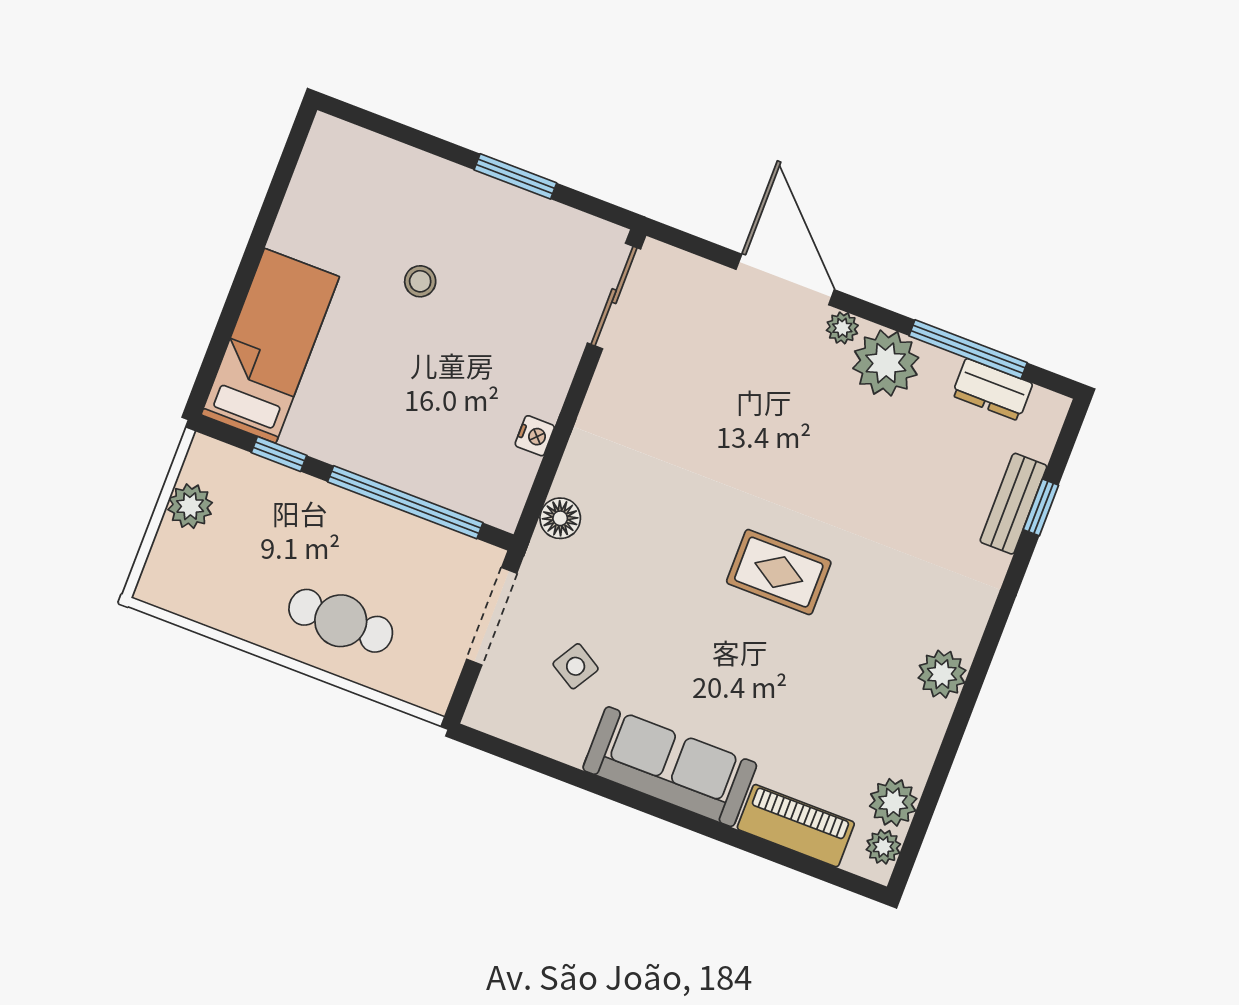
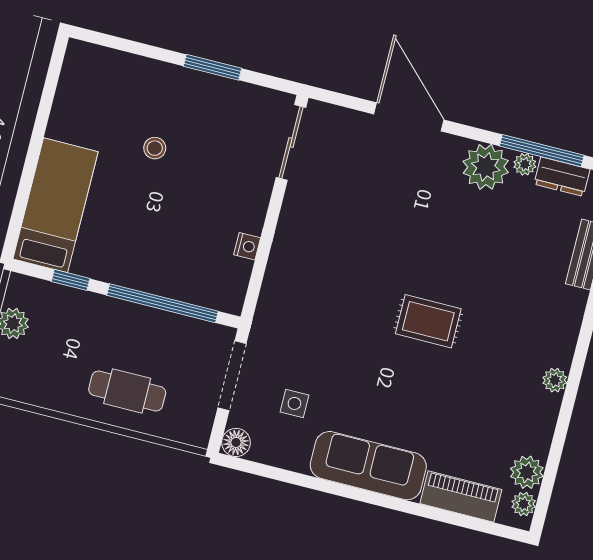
plant: (842, 328) -> (525, 164), moved
floor lamp: (560, 518) -> (236, 442), moved
side table: (576, 666) -> (294, 403), turned -31
plant: (942, 674) -> (555, 380), width x0.73, depth x0.73

